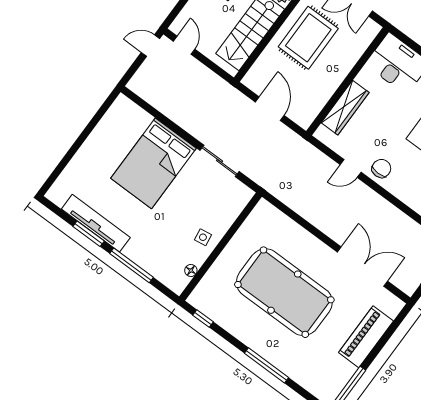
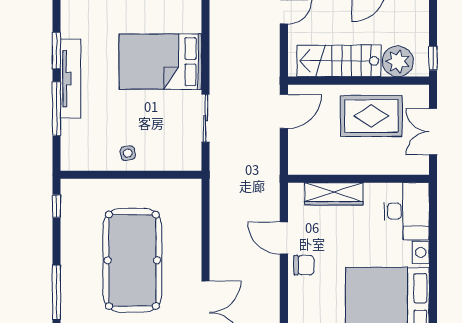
door: (270, 109) -> (284, 111), moved
door: (351, 168) -> (284, 238), width x1.38
tv unit: (96, 223) -> (70, 79), moved
floor lamp: (191, 270) -> (91, 164), removed

